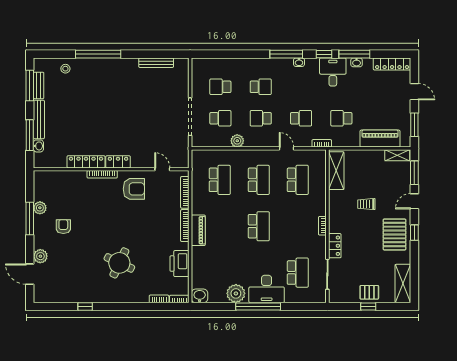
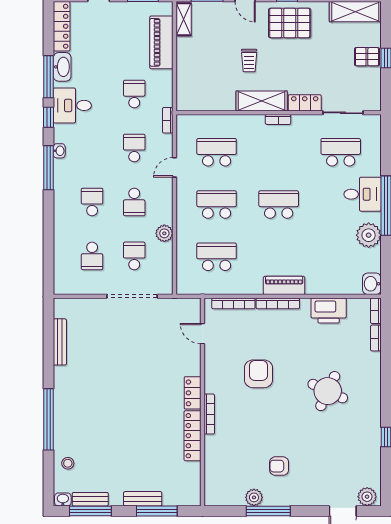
washbasin: (357, 62) -> (62, 67), width x1.91, depth x1.45
school desk: (341, 118) -> (134, 94), turned 180
bench: (39, 119) -> (143, 499), width x0.73
washbasin: (38, 146) -> (63, 499), moved
door: (162, 169) -> (202, 334), hinge flipped
shelving: (336, 171) -> (262, 101), moved
armchair: (134, 189) -> (259, 374), moved
plant: (40, 256) -> (367, 497), moved
desk: (267, 289) -> (363, 194), width x0.73
pallet: (369, 292) -> (367, 57), turned 90

